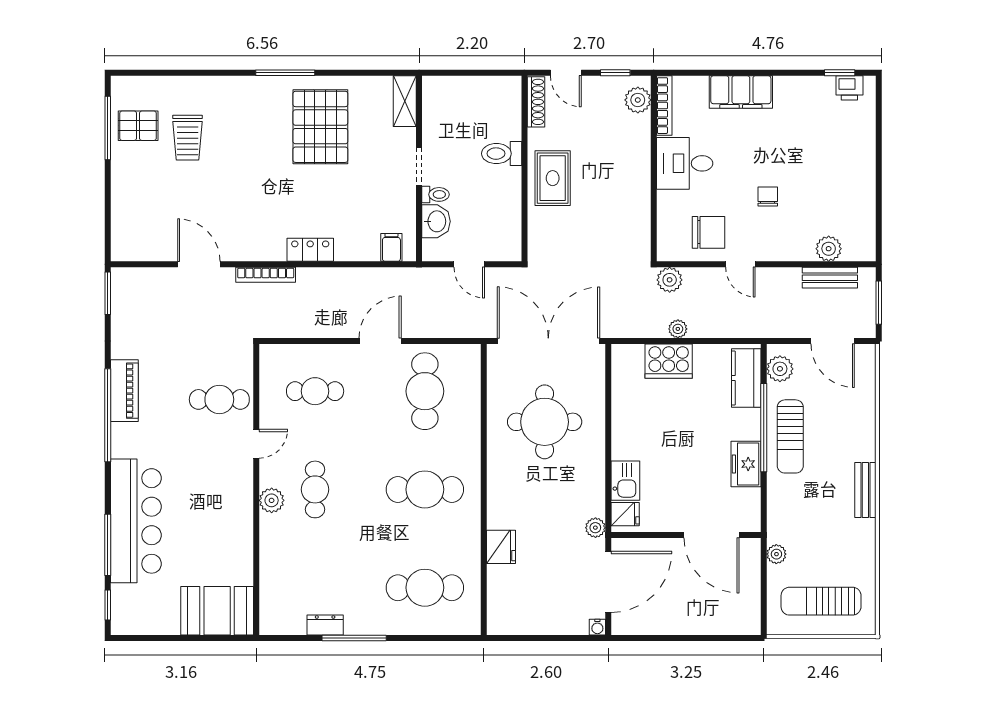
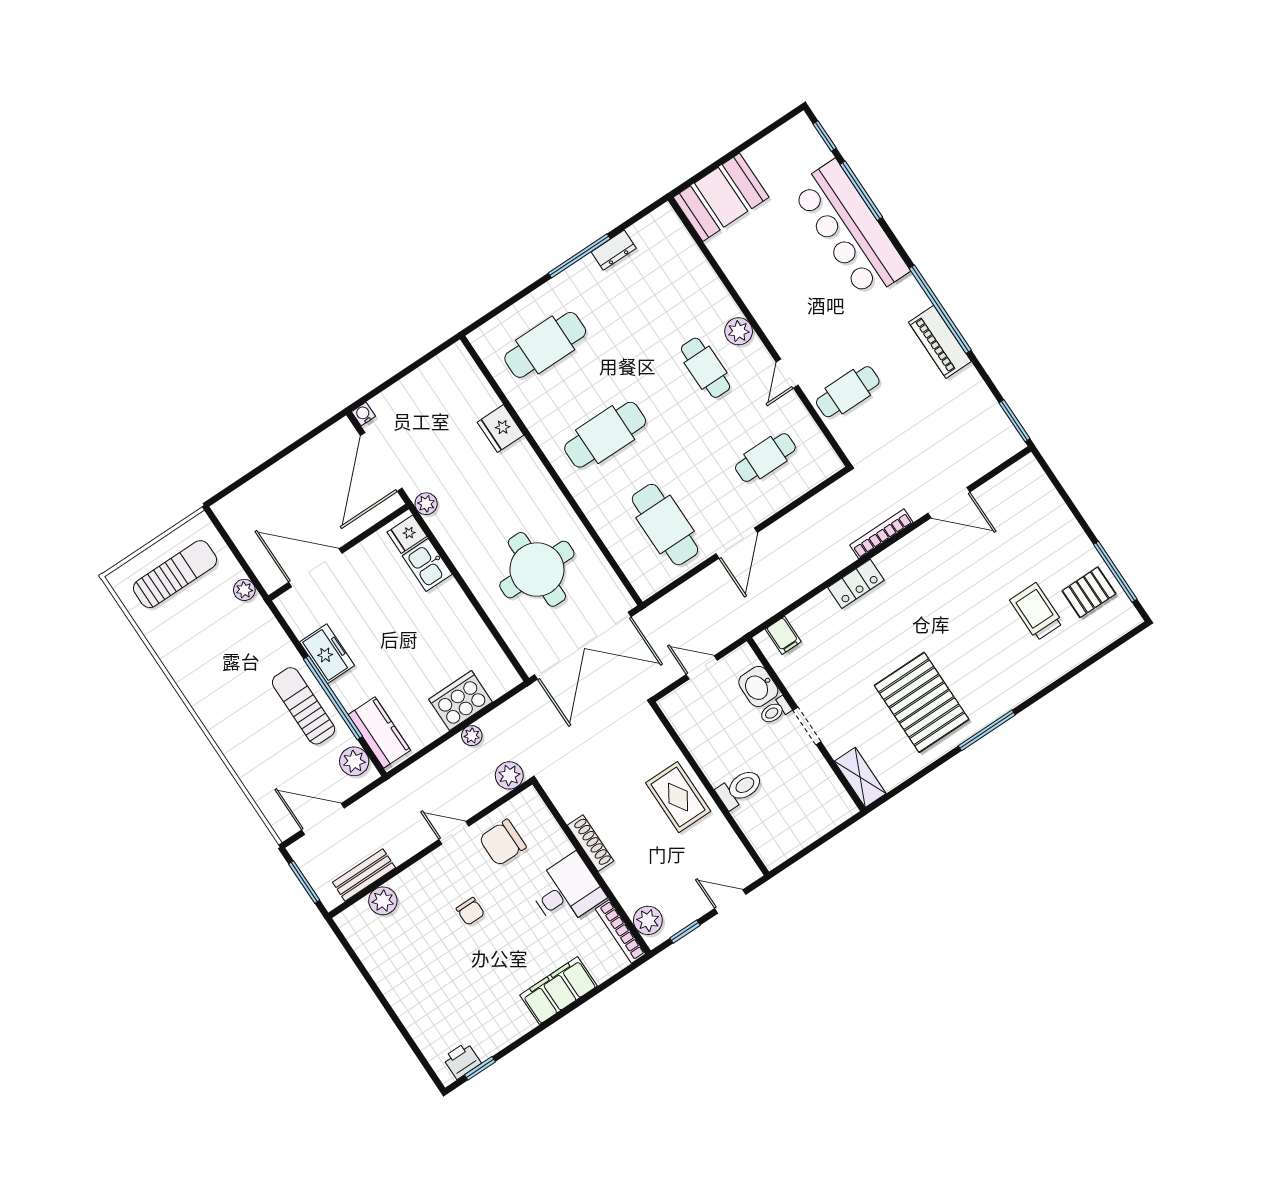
shoe rack: (536, 102) -> (591, 843), moved, turned 180
bench: (865, 490) -> (202, 703), removed

